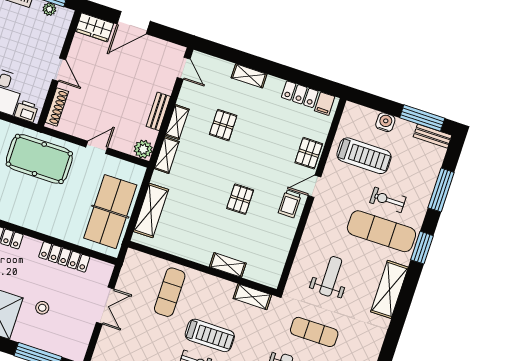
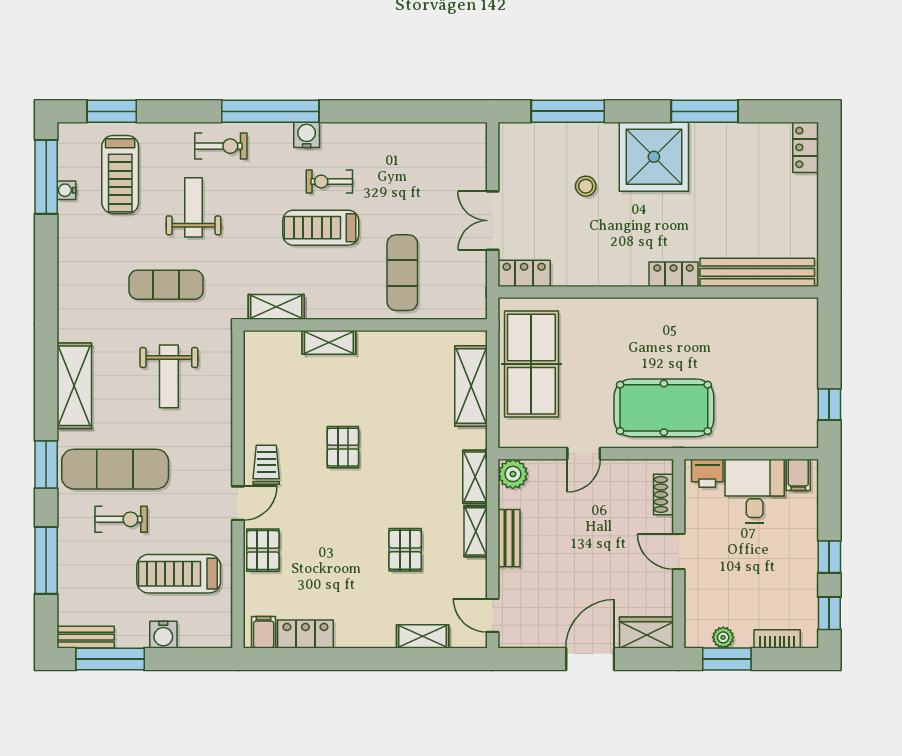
shelving: (249, 76) -> (423, 636), moved
shoe rack: (57, 107) -> (663, 494), width x0.70
locker: (64, 257) -> (524, 273), moved, width x0.66

